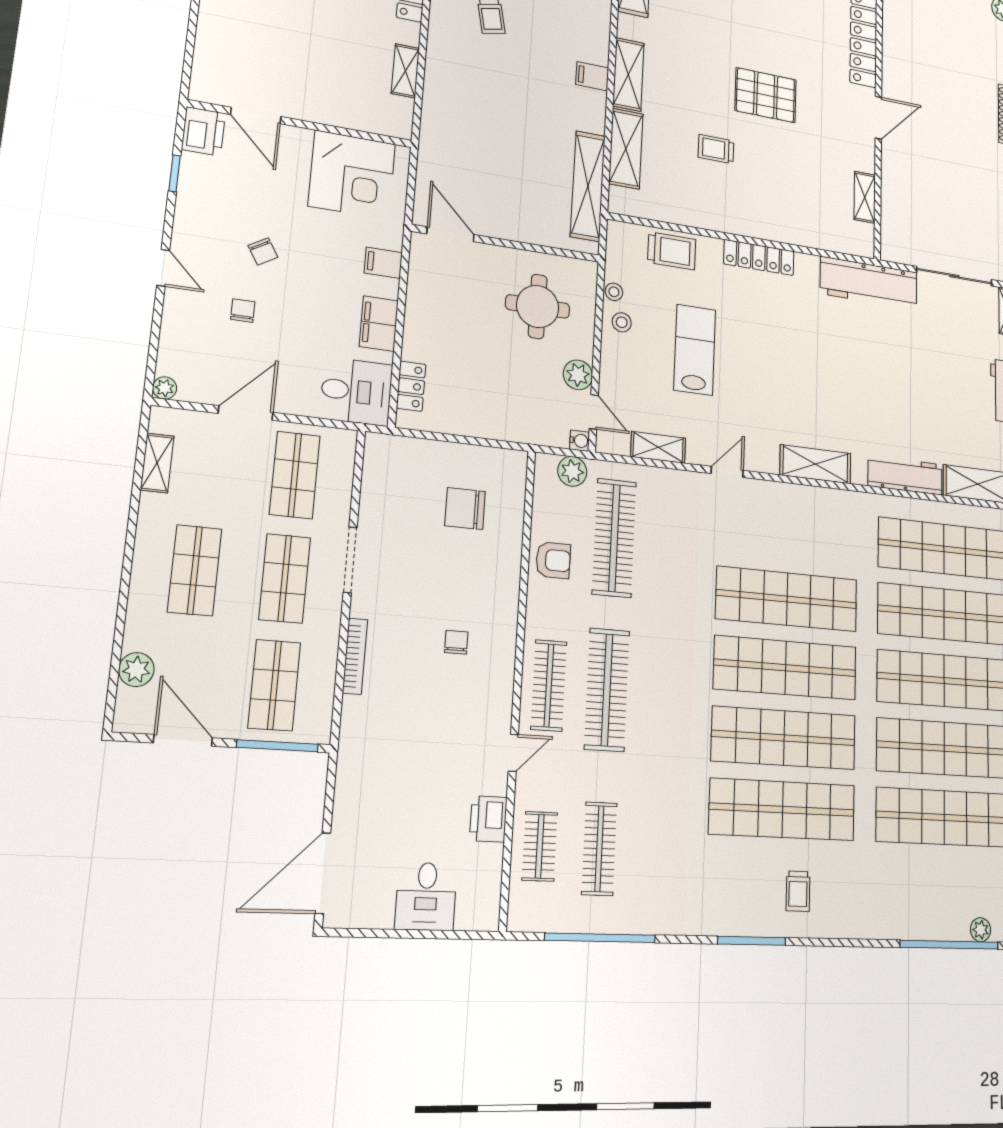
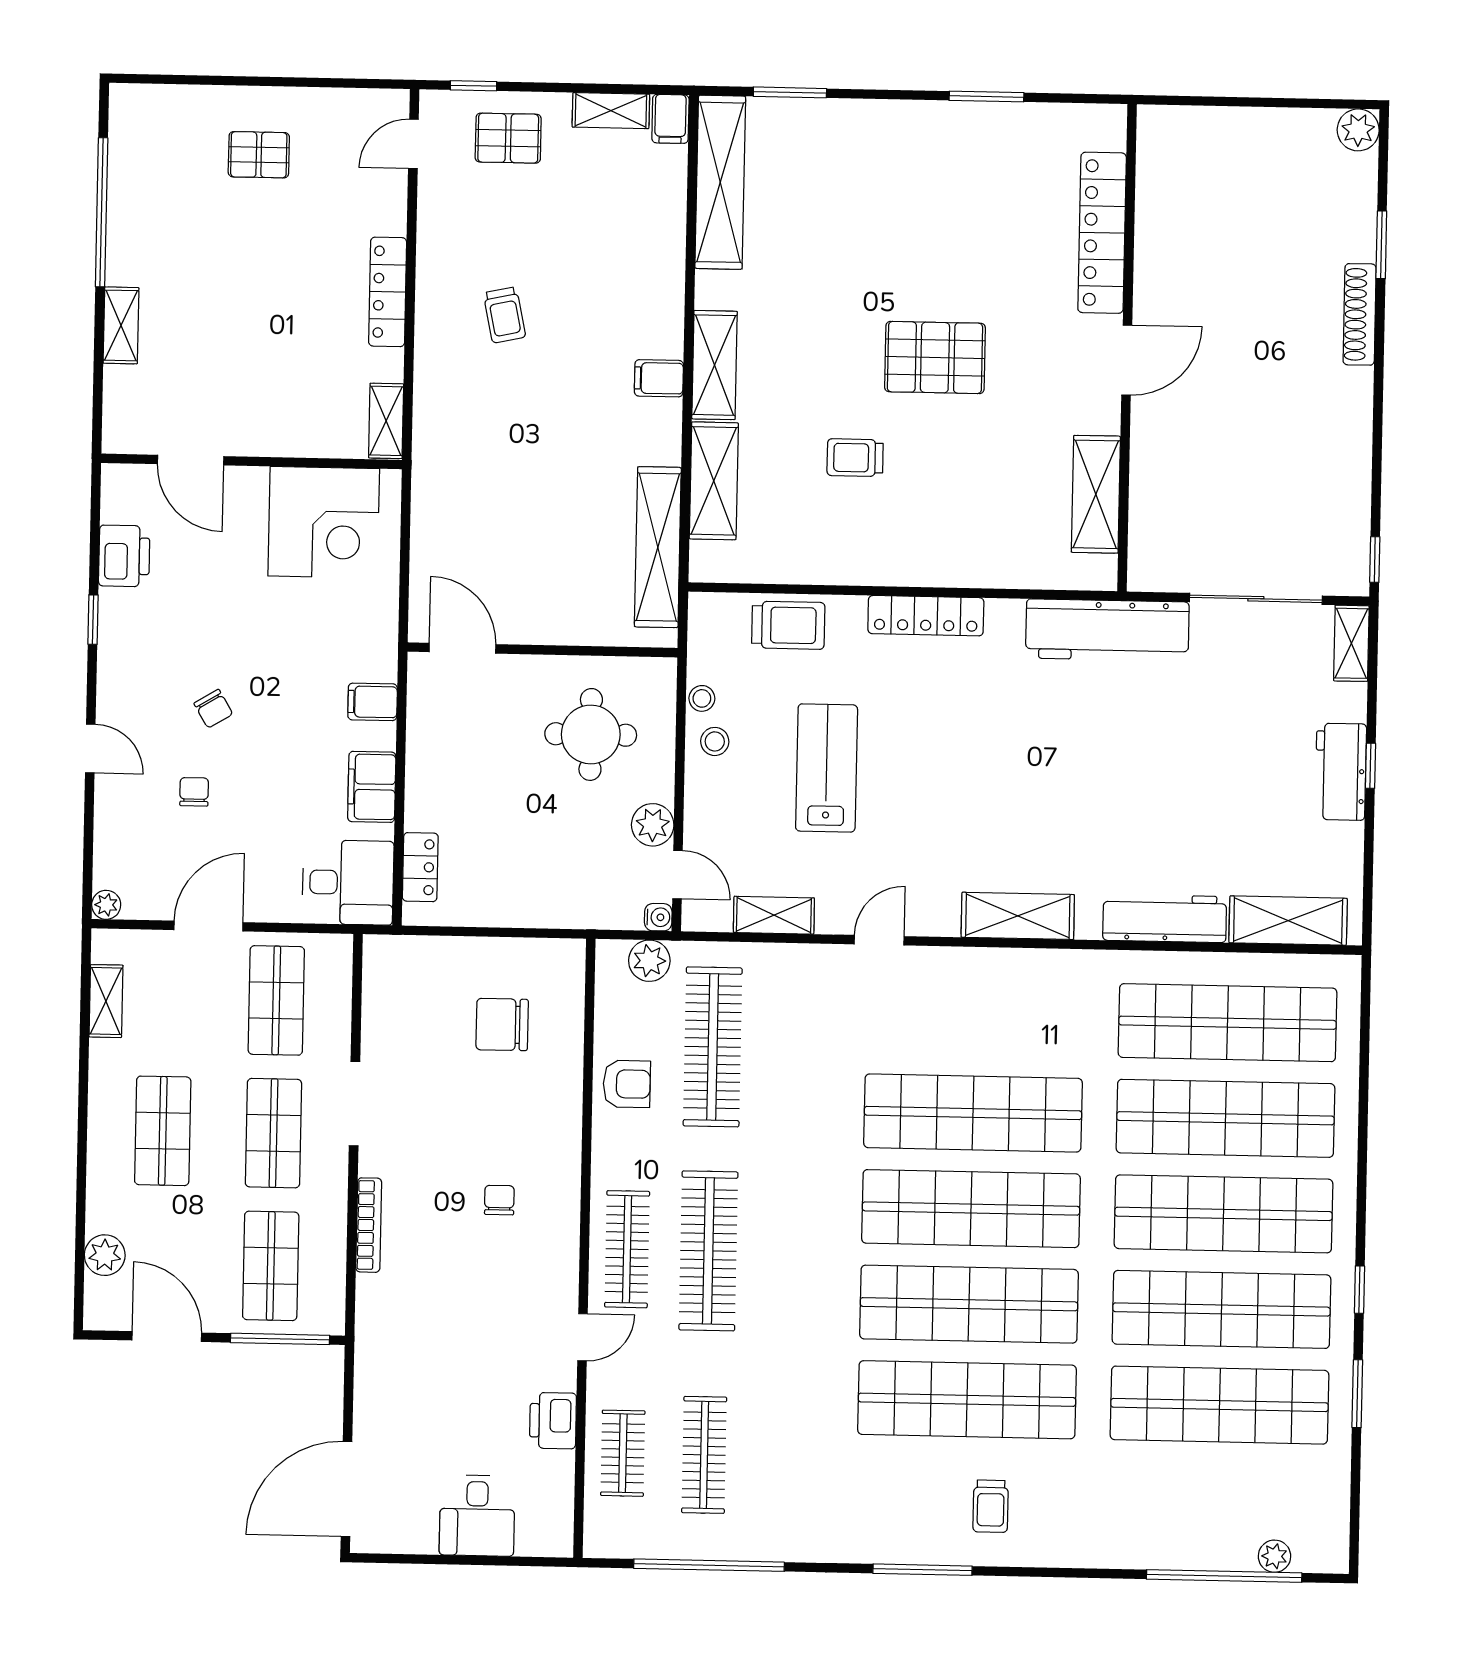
door: (256, 116) -> (191, 460), moved
wall: (302, 124) -> (252, 461), moved
corner desk: (352, 175) -> (324, 522), moved
shelving: (865, 197) -> (1096, 494), width x1.50, depth x1.33

